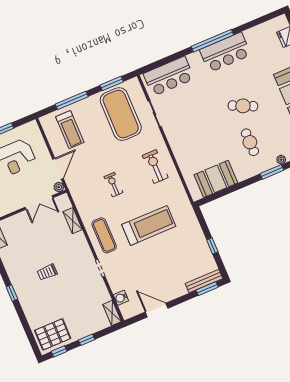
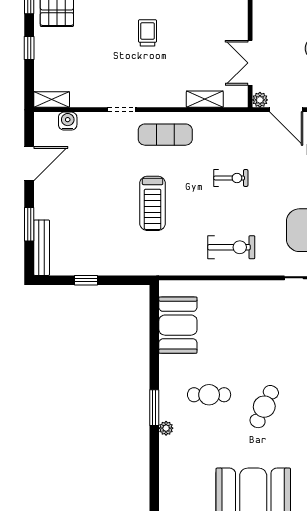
treadmill: (149, 225) -> (153, 203), width x0.73, depth x0.73
window: (207, 289) -> (29, 224), moved

